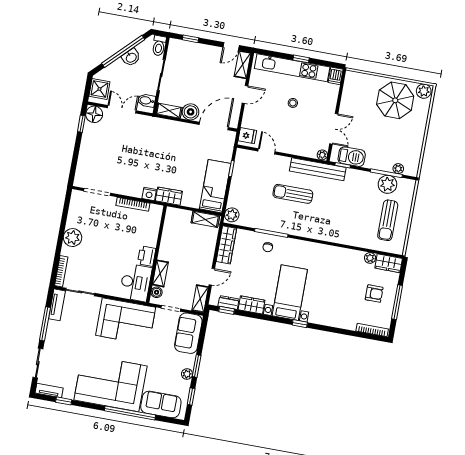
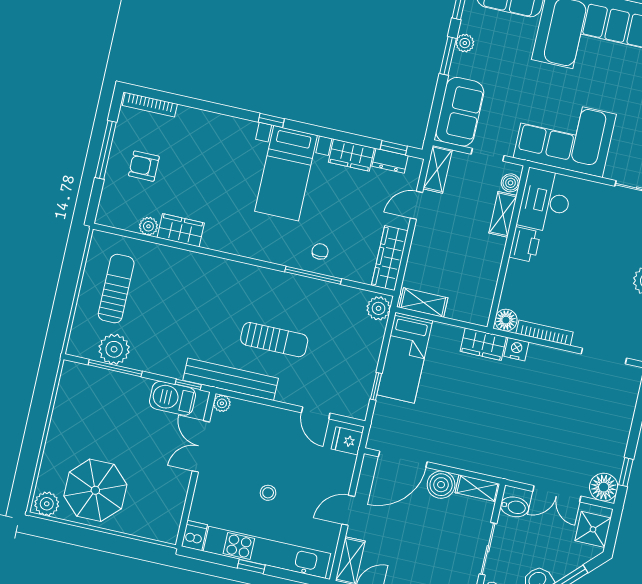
plant: (398, 169) -> (95, 375), removed
floor lamp: (156, 211) -> (506, 320), added
wardrobe: (389, 263) -> (181, 230), moved

